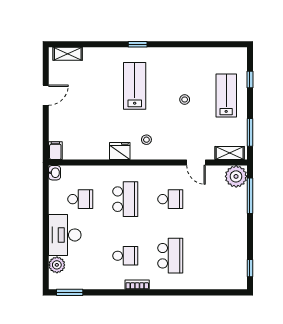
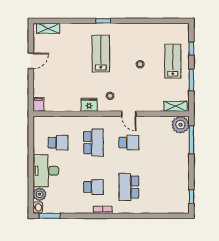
window: (250, 132) -> (191, 80), moved
door: (196, 163) -> (129, 114), moved
washbasin: (55, 173) -> (38, 207), moved
school desk: (170, 256) -> (129, 187), turned 180

